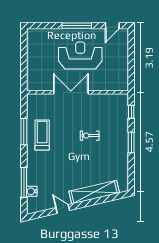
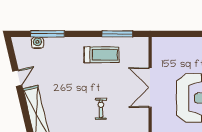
double door: (71, 92) -> (150, 88), swing flipped
window: (24, 132) -> (117, 34), moved

